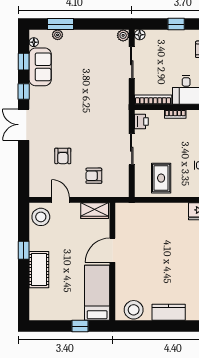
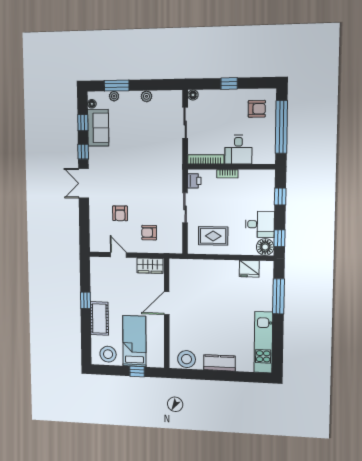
plant: (123, 35) -> (146, 96), moved
rug: (161, 178) -> (213, 236), turned 90
stool: (41, 217) -> (108, 354), moved
bed: (97, 293) -> (134, 341), moved

